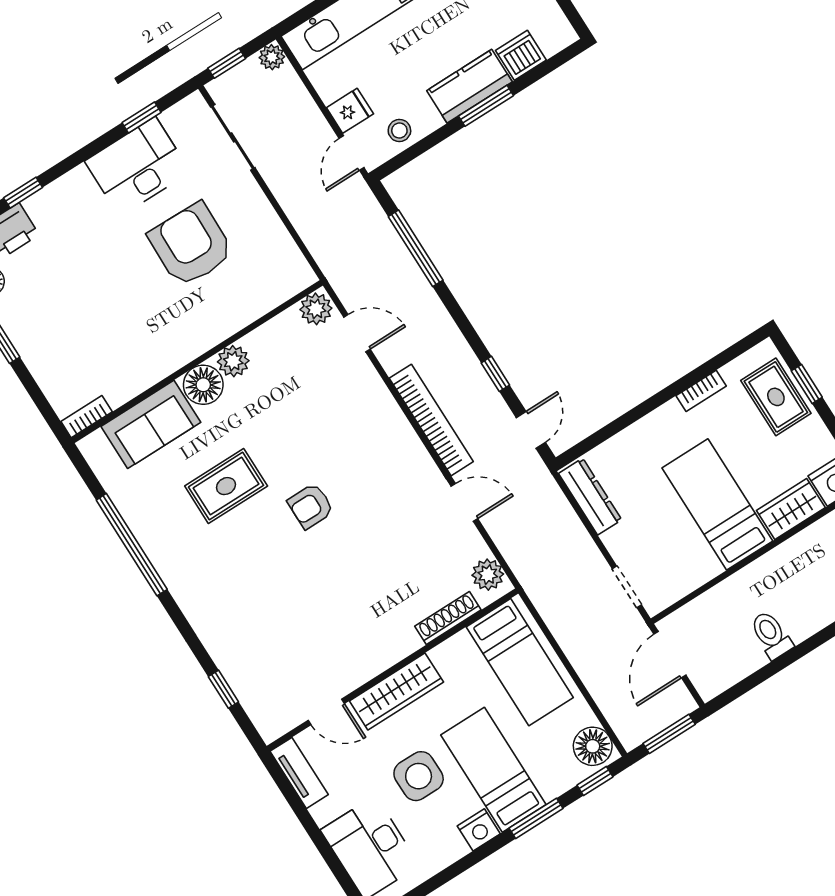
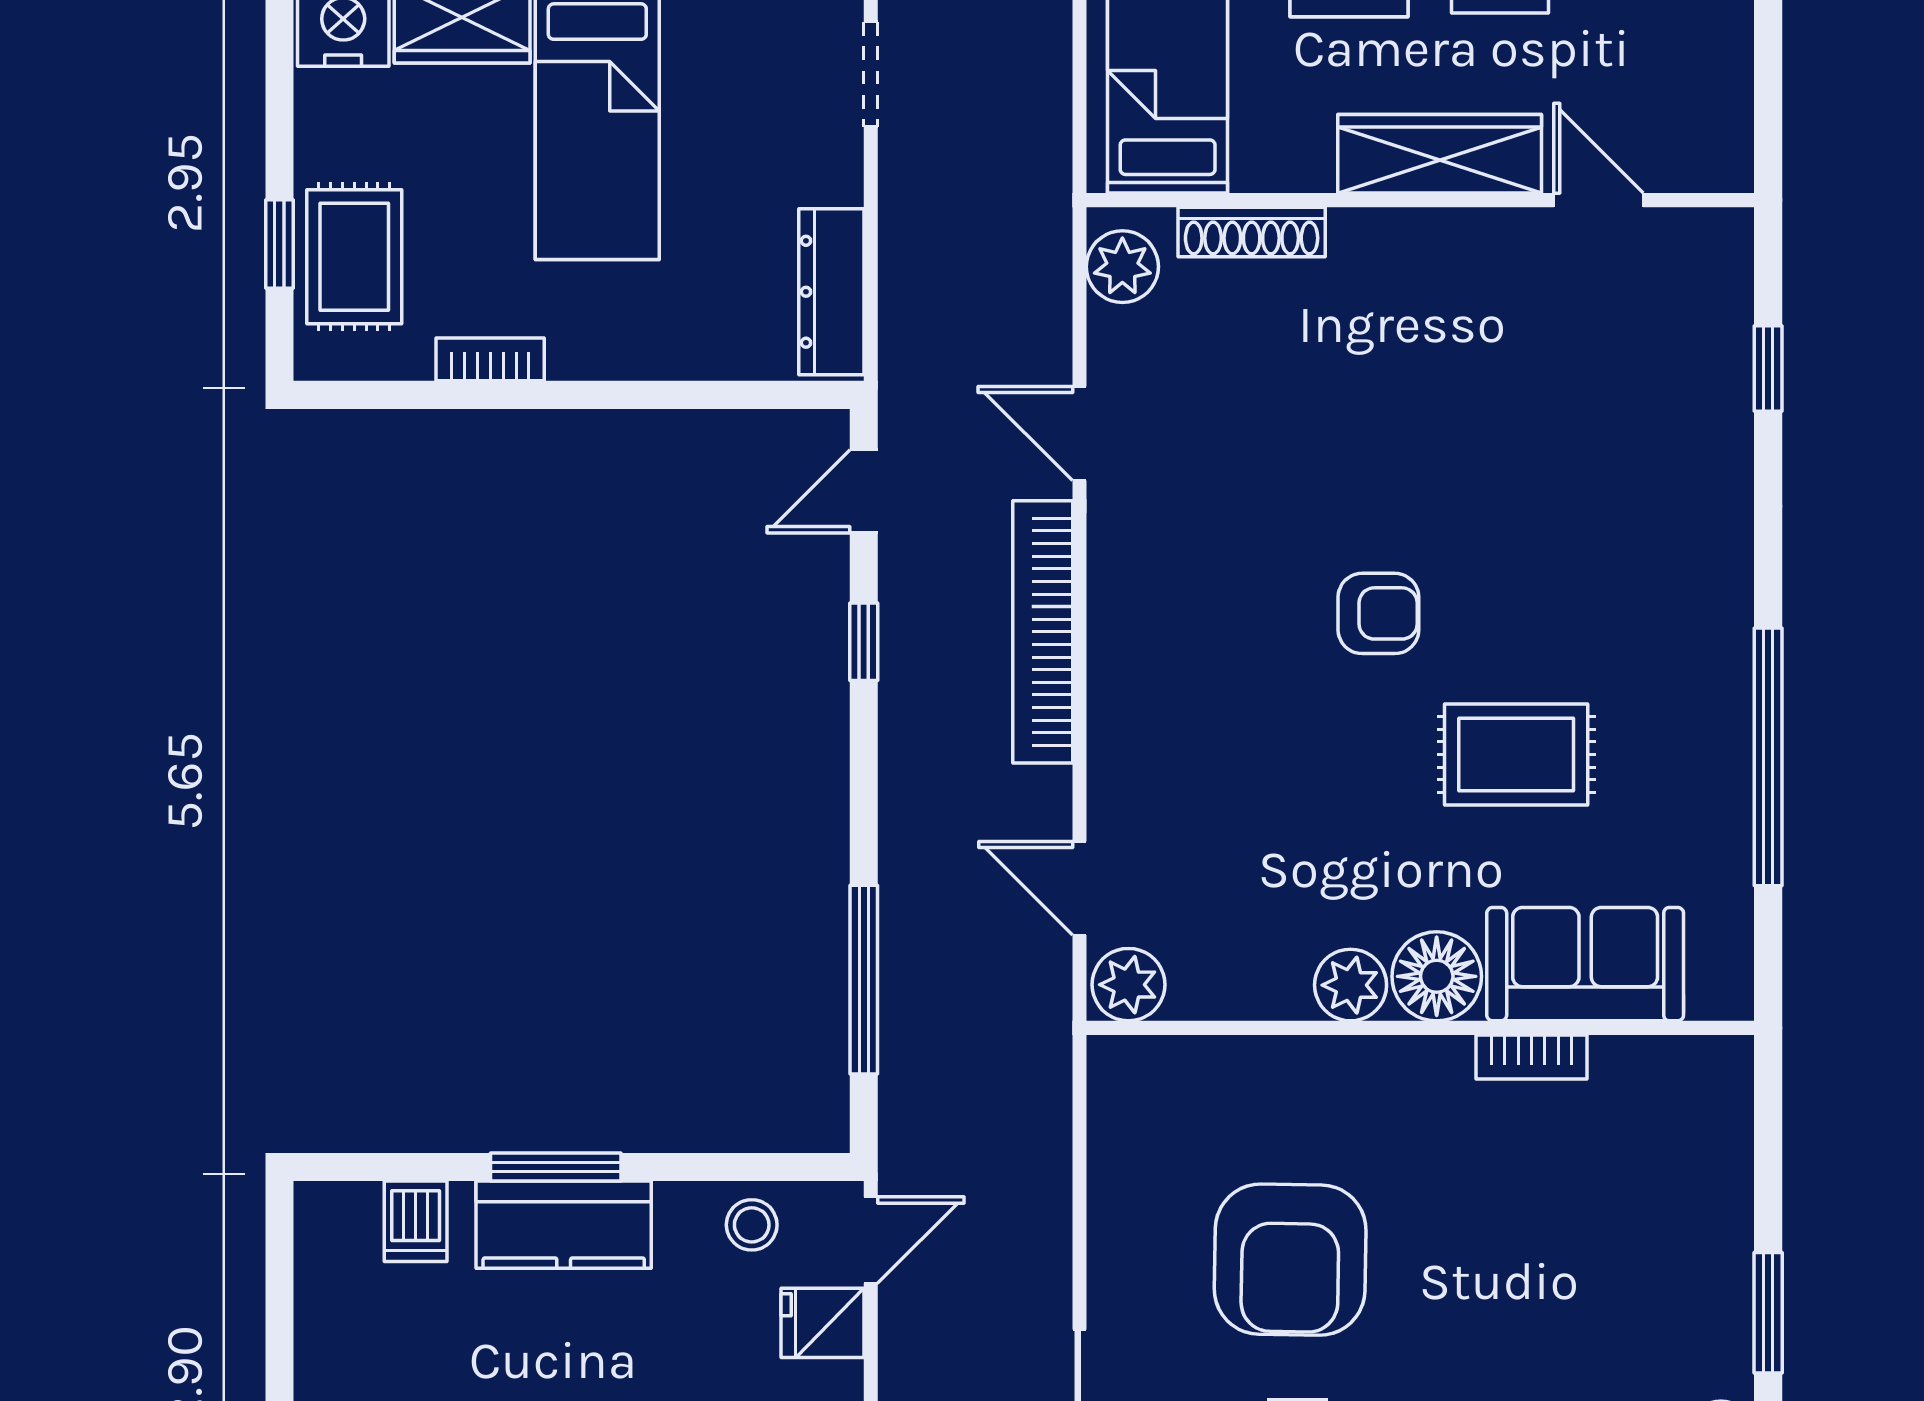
dishwasher: (521, 55) -> (416, 1221), width x0.73
bookcase: (87, 417) -> (1532, 1057), moved
tv unit: (299, 773) -> (1725, 116), removed

